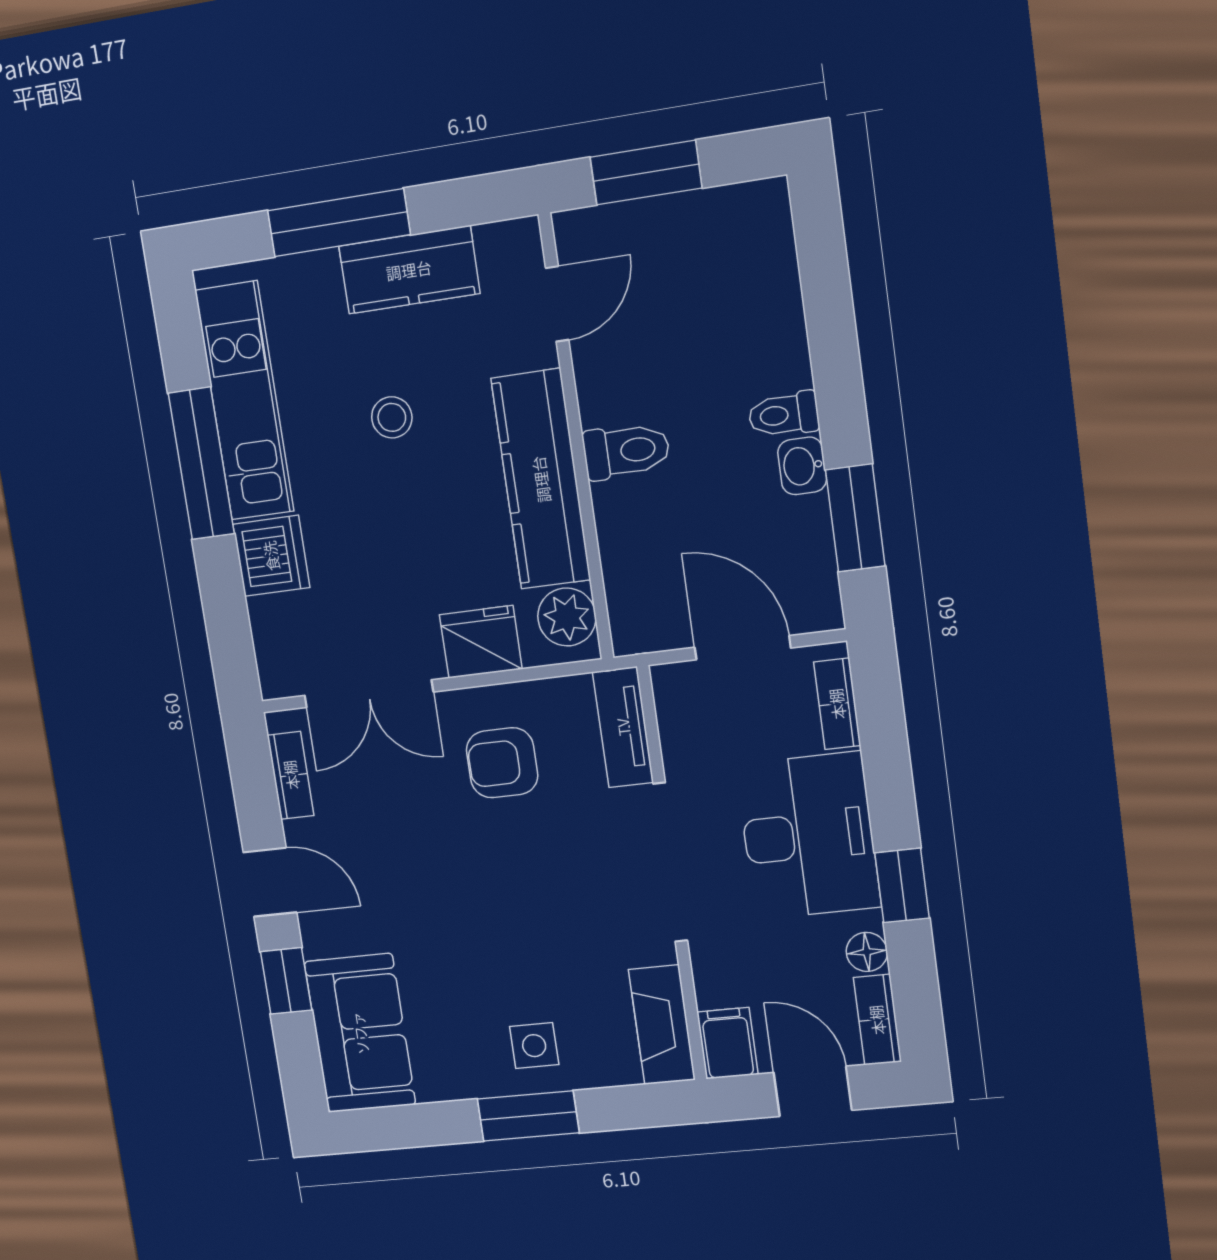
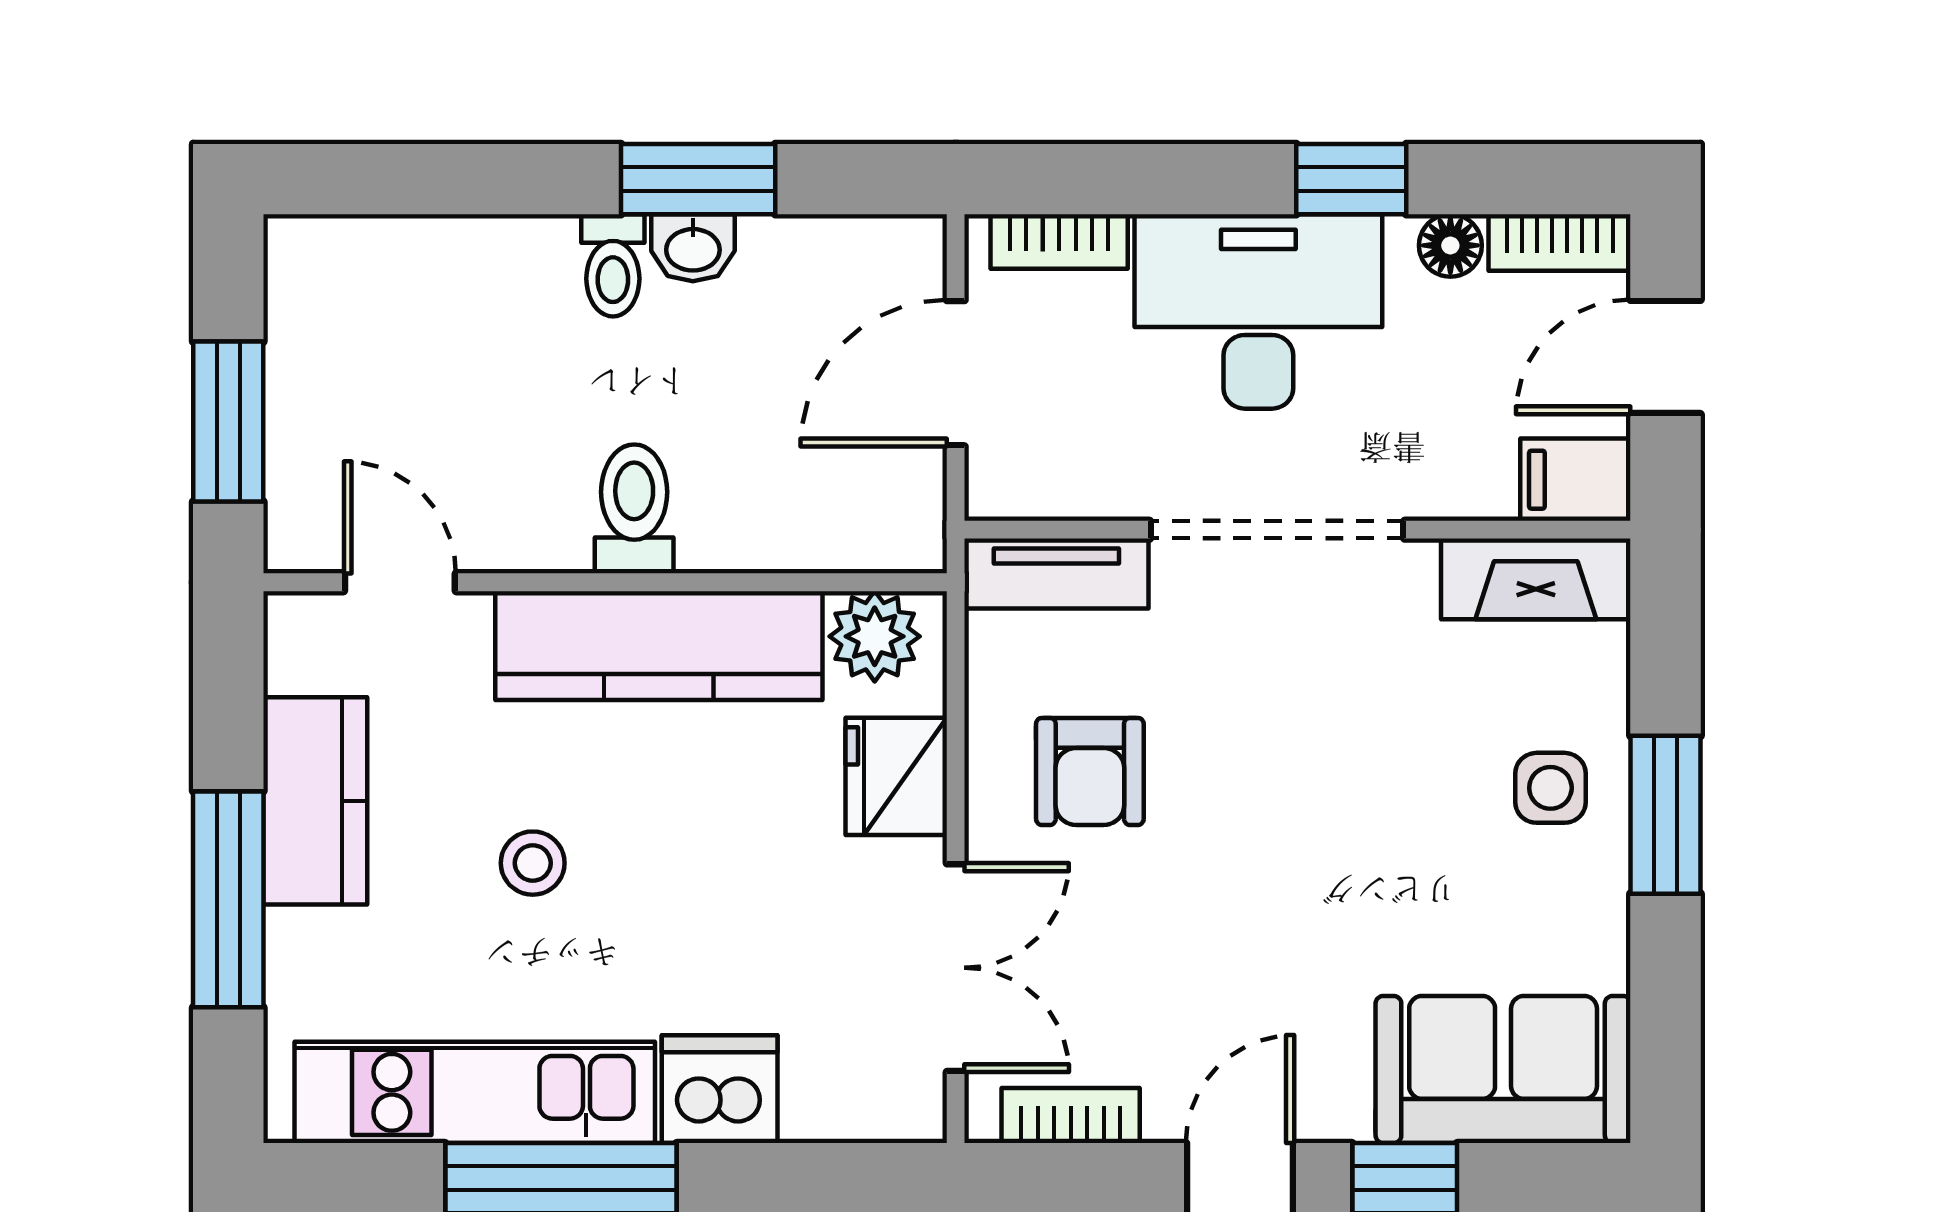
window: (855, 518) -> (698, 179), moved

